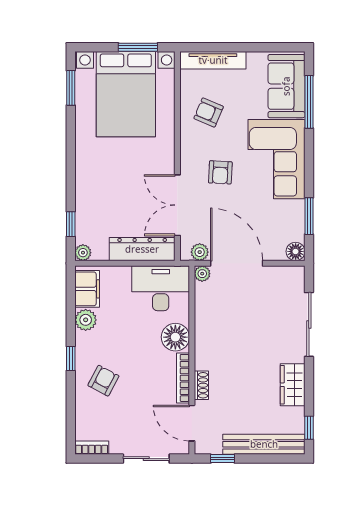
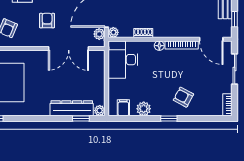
armchair: (220, 172) -> (47, 21), turned -93
dresser: (142, 249) -> (72, 108), moved, turned 90
filing cabinet: (87, 289) -> (123, 108), width x0.50
floor lamp: (175, 337) -> (159, 46), width x0.53, depth x0.53
shoe rack: (201, 385) -> (143, 33), moved
door: (192, 423) -> (211, 39), hinge flipped

